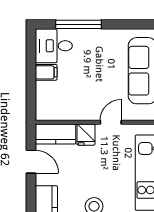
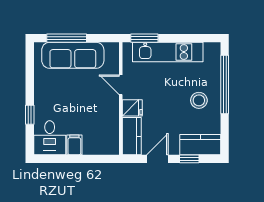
window: (79, 24) -> (30, 115), width x0.46
window: (31, 196) -> (189, 159), added

